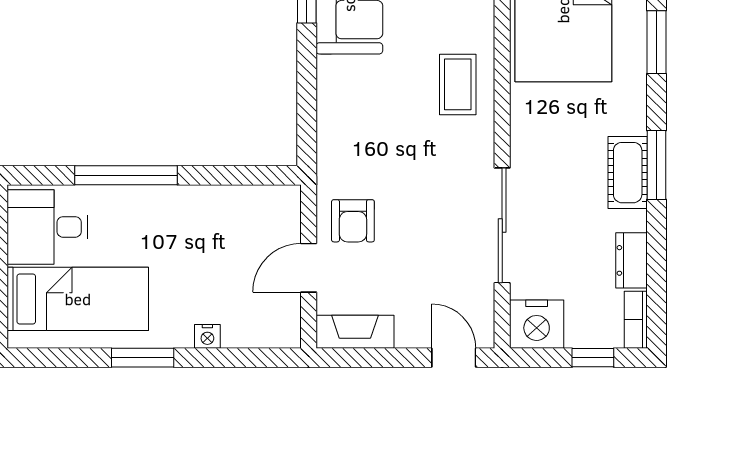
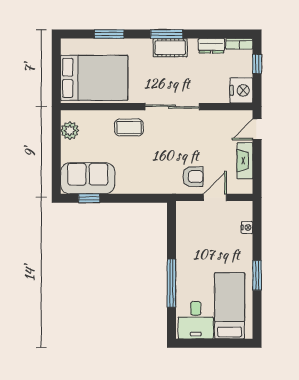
sliding door: (502, 225) -> (172, 107), moved
door: (309, 268) -> (215, 197), swing flipped
fireplace: (355, 332) -> (245, 161), moved
nightstand: (207, 336) -> (247, 228), moved

